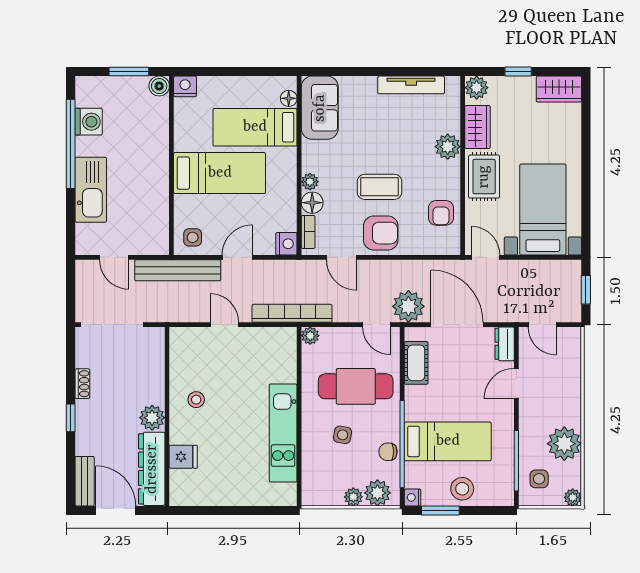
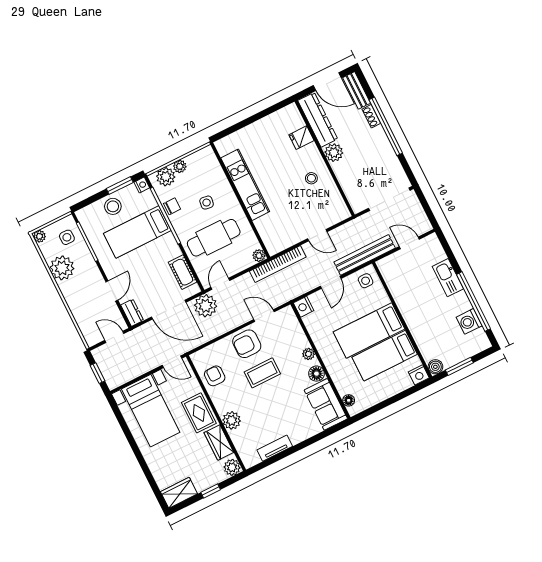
tv unit: (411, 85) -> (275, 448), width x0.71
bed: (255, 127) -> (385, 356), moved, turned 180
kitchen sink: (91, 190) -> (448, 278), width x0.73, depth x0.81
floor lamp: (312, 203) -> (316, 374), moved
bookcase: (308, 232) -> (294, 321), removed
door: (376, 325) -> (220, 284), hinge flipped
shoe rack: (82, 384) -> (371, 116), moved
window: (71, 418) -> (386, 126), width x3.17

